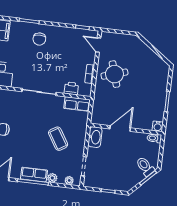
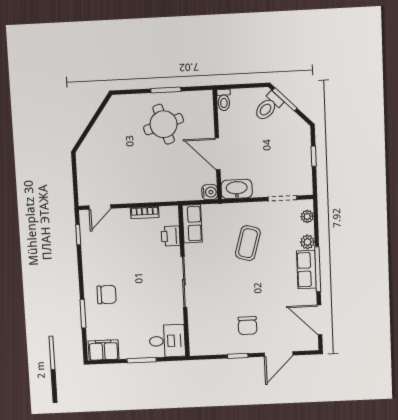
round table: (114, 74) -> (164, 124), moved
water cooler: (158, 126) -> (210, 192), moved
coffee table: (58, 139) -> (248, 243), turned -42

